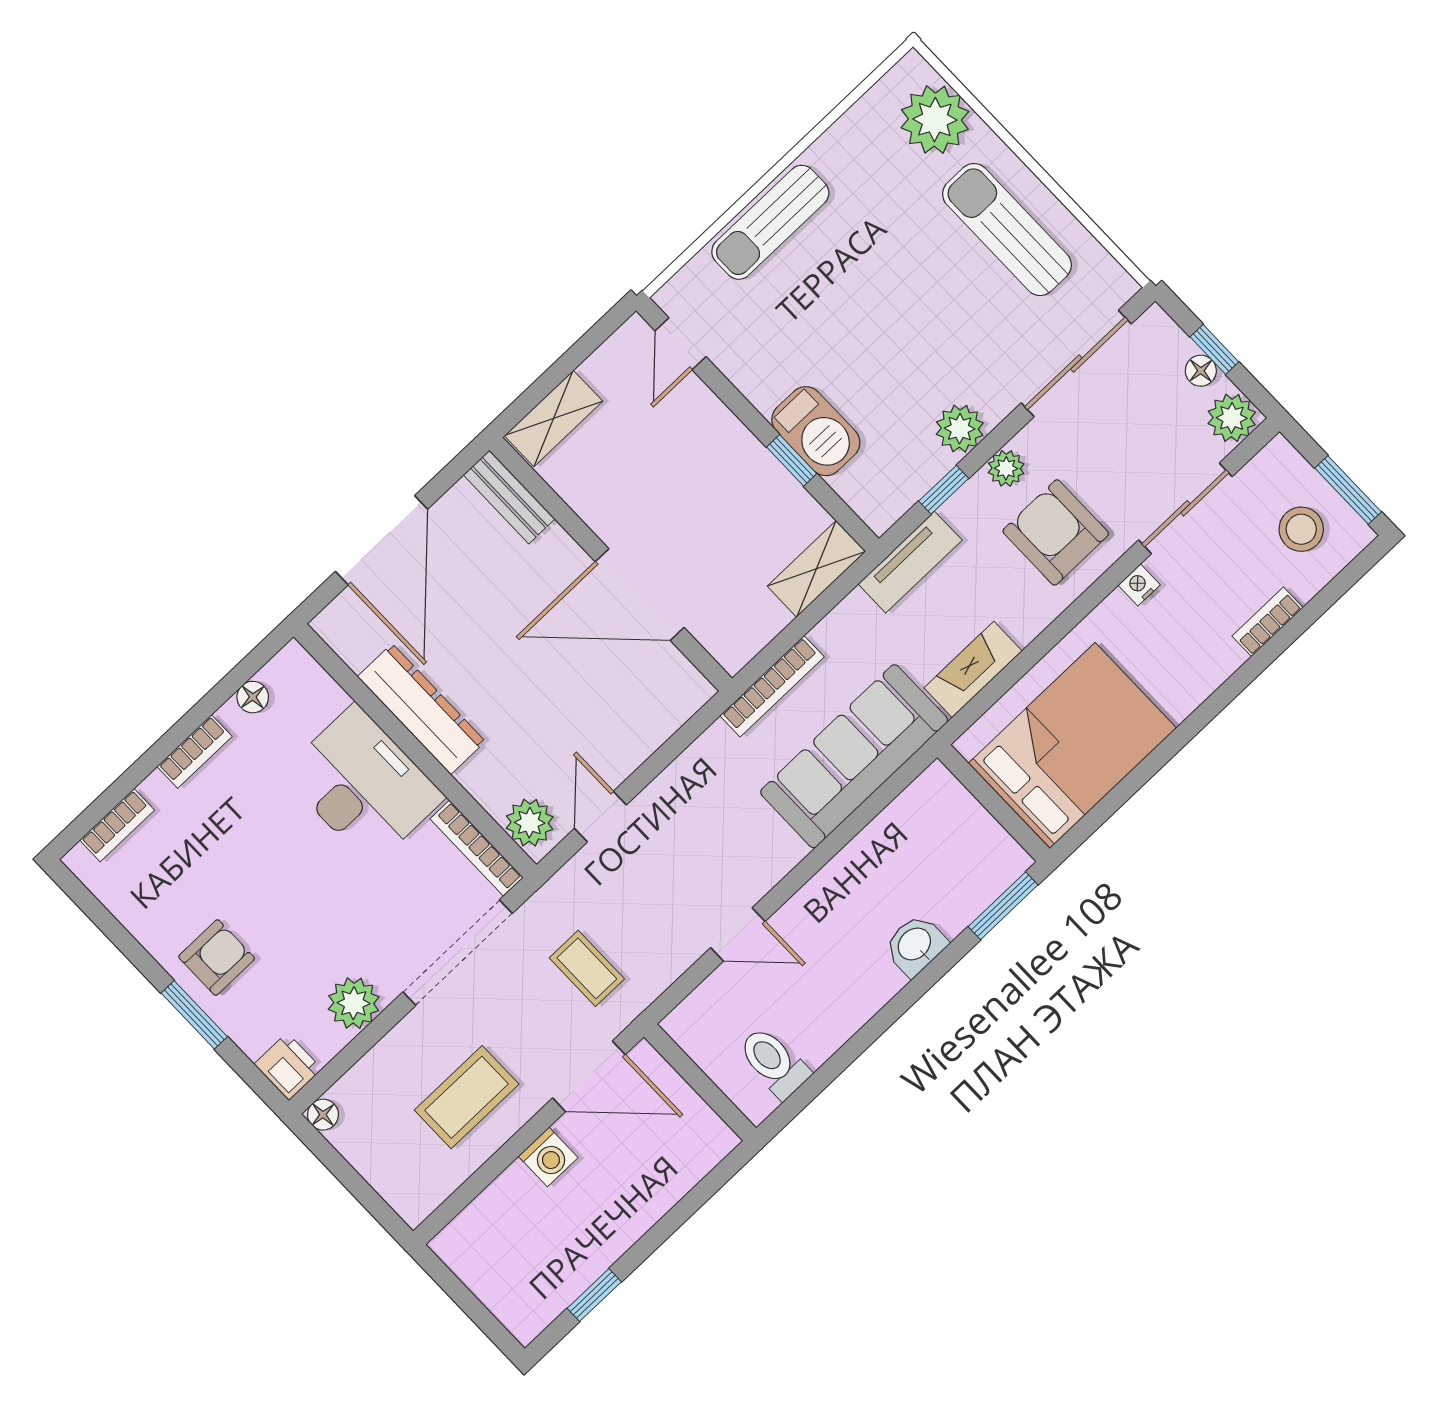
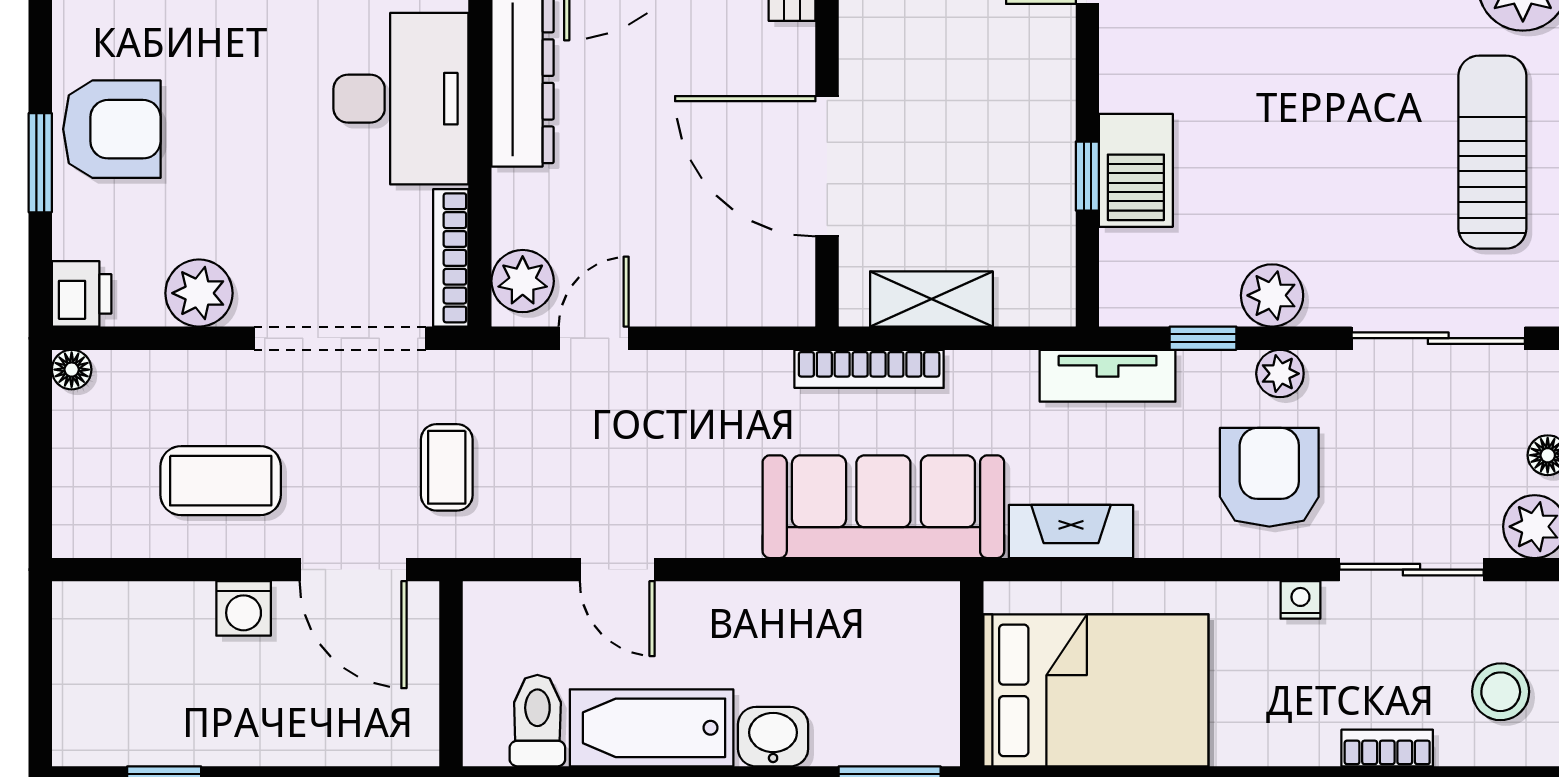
shelving: (816, 569) -> (931, 299), moved
armchair: (217, 958) -> (112, 129), width x1.38, depth x1.38
bathtub: (842, 1005) -> (652, 728), added

